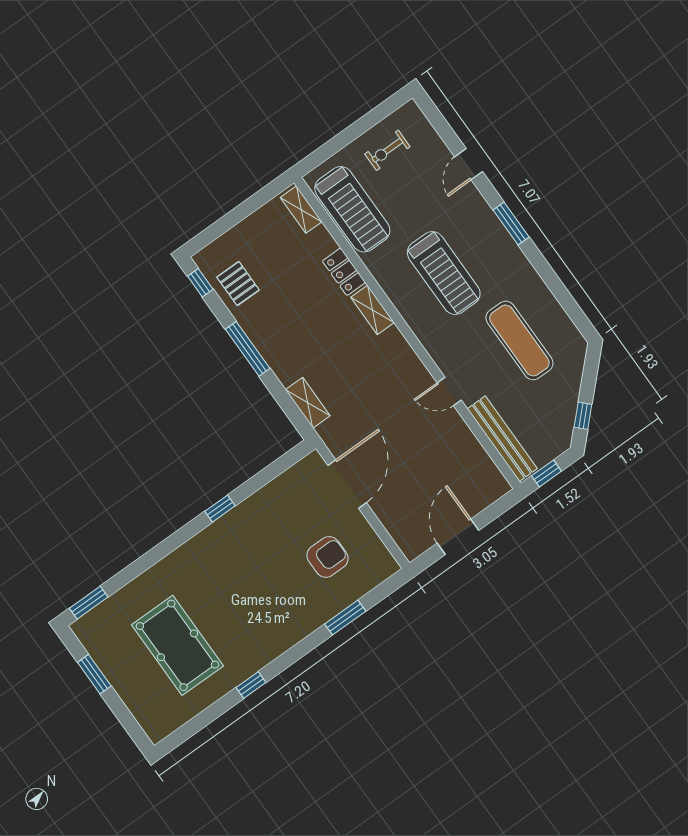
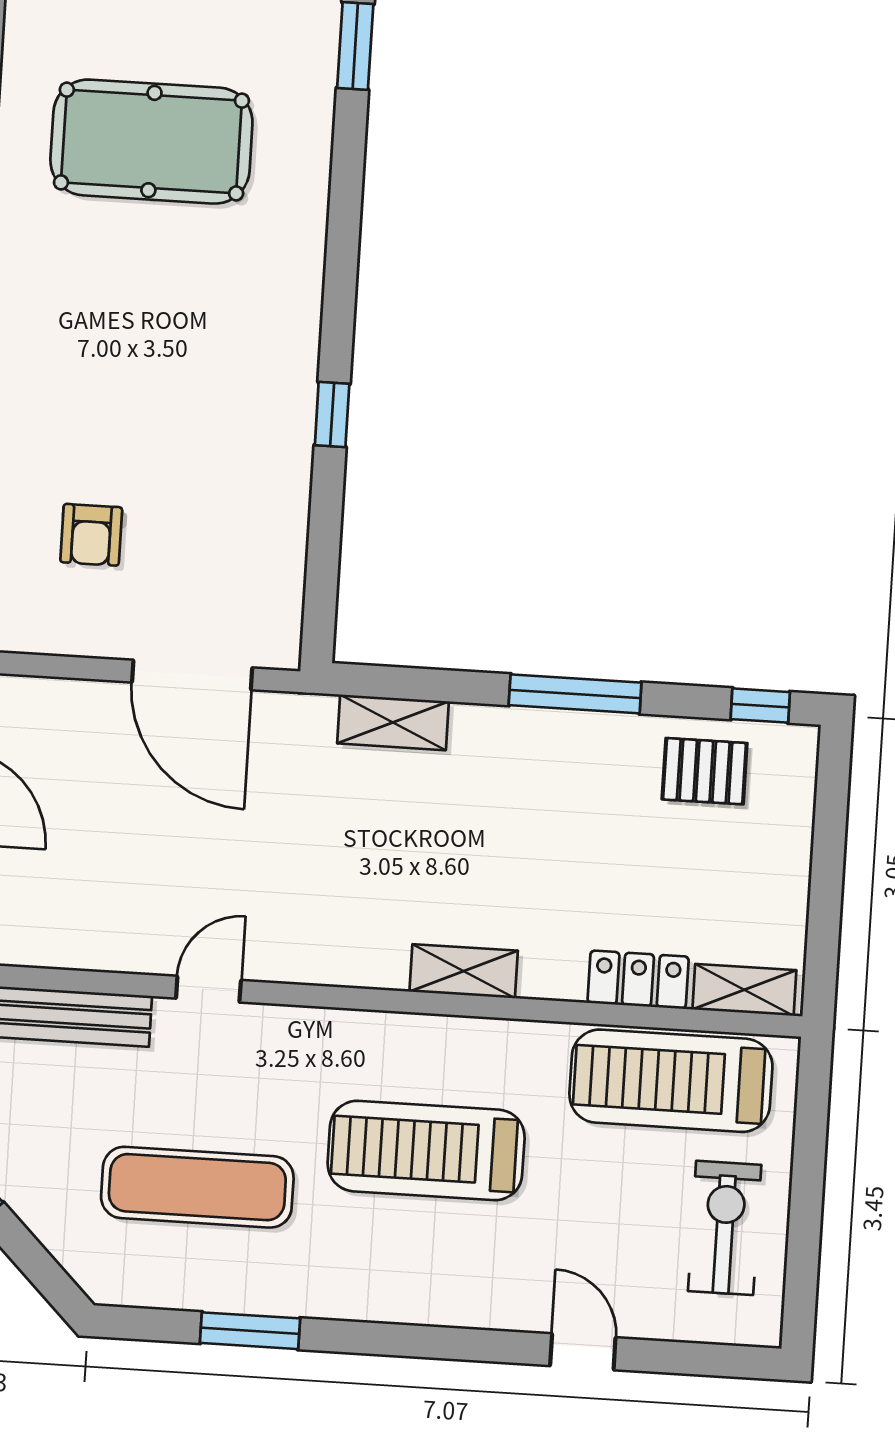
exercise bike: (387, 150) -> (725, 1228), width x1.38, depth x1.39
window: (511, 224) -> (250, 1331), moved
locker: (344, 272) -> (638, 980), moved
armchair: (328, 557) -> (91, 535), width x0.72, depth x0.72

